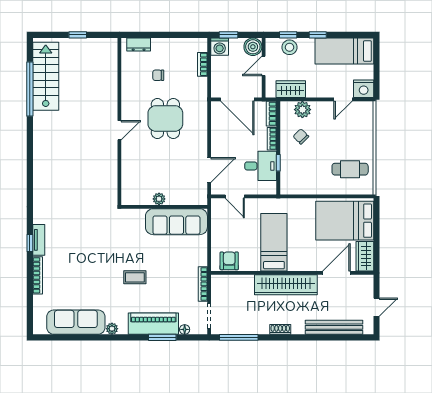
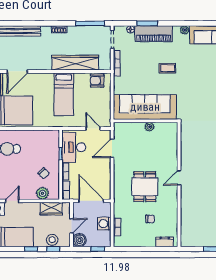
washing machine: (220, 47) -> (104, 224), moved, turned -90
desk: (261, 166) -> (74, 147), width x1.37
sofa: (176, 222) -> (145, 107), width x1.36, depth x1.27
armchair: (229, 261) -> (97, 81), turned 90
wardrobe: (286, 285) -> (75, 63), moved

